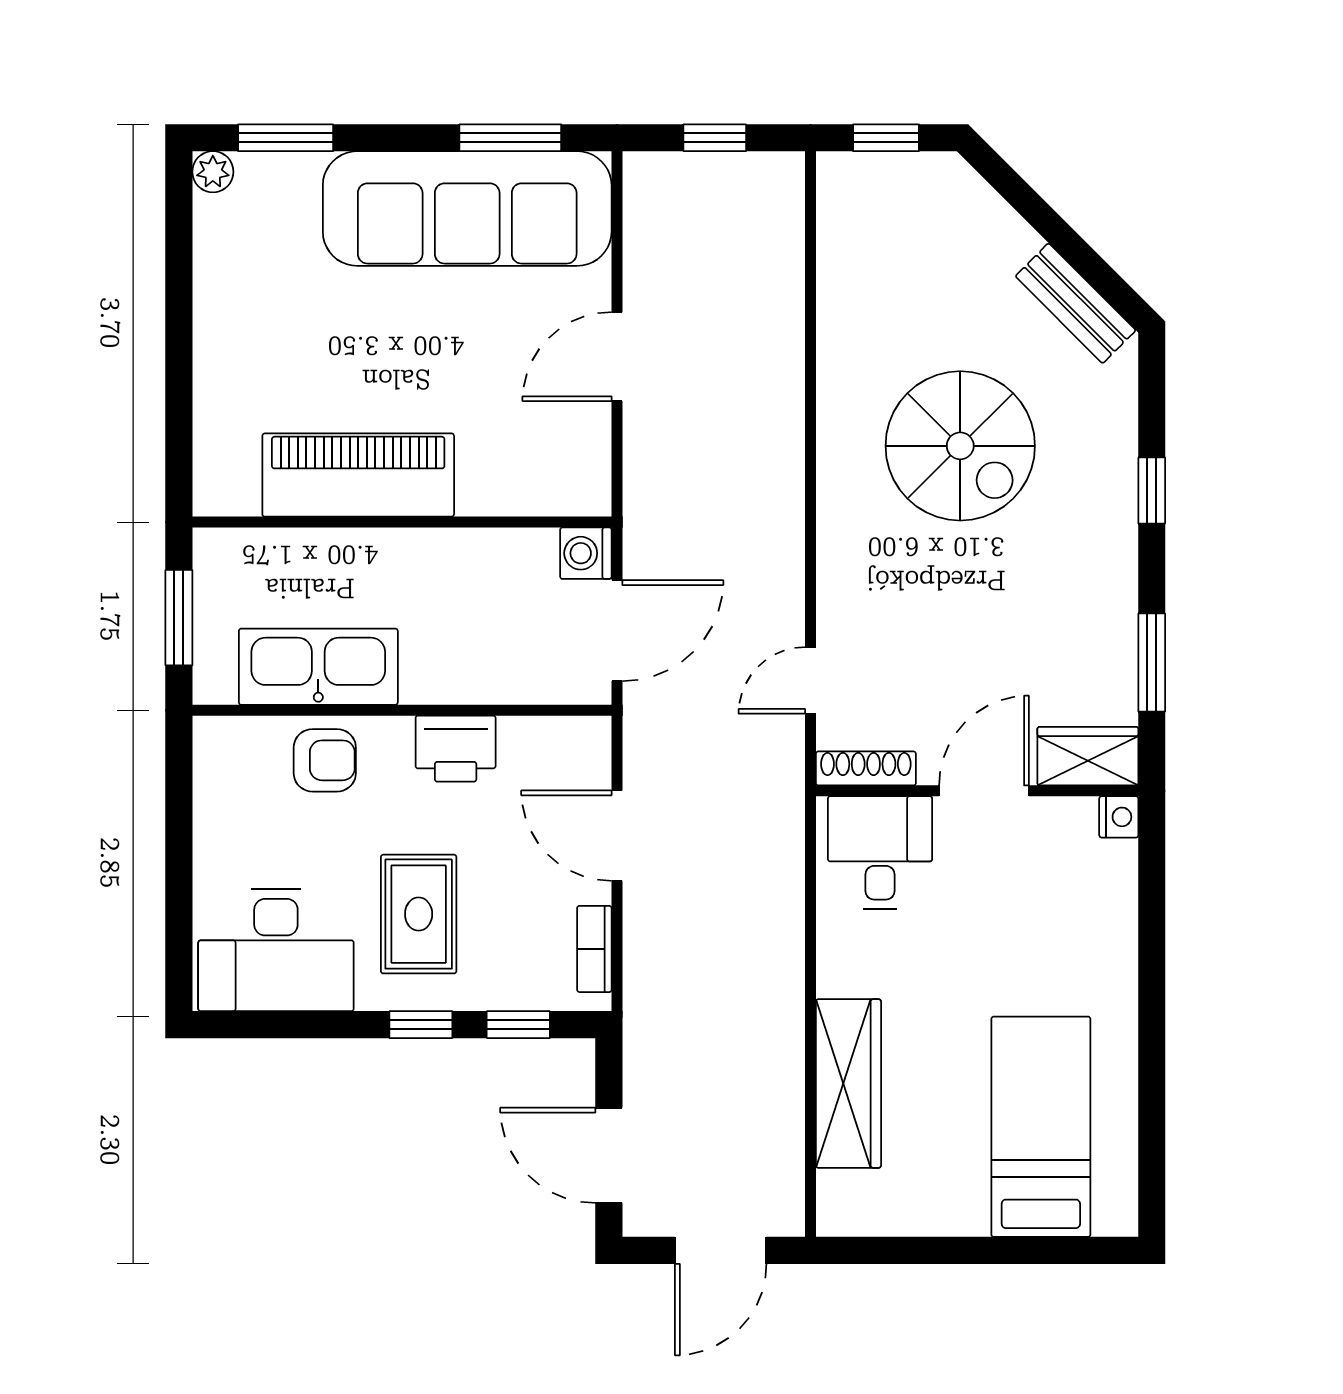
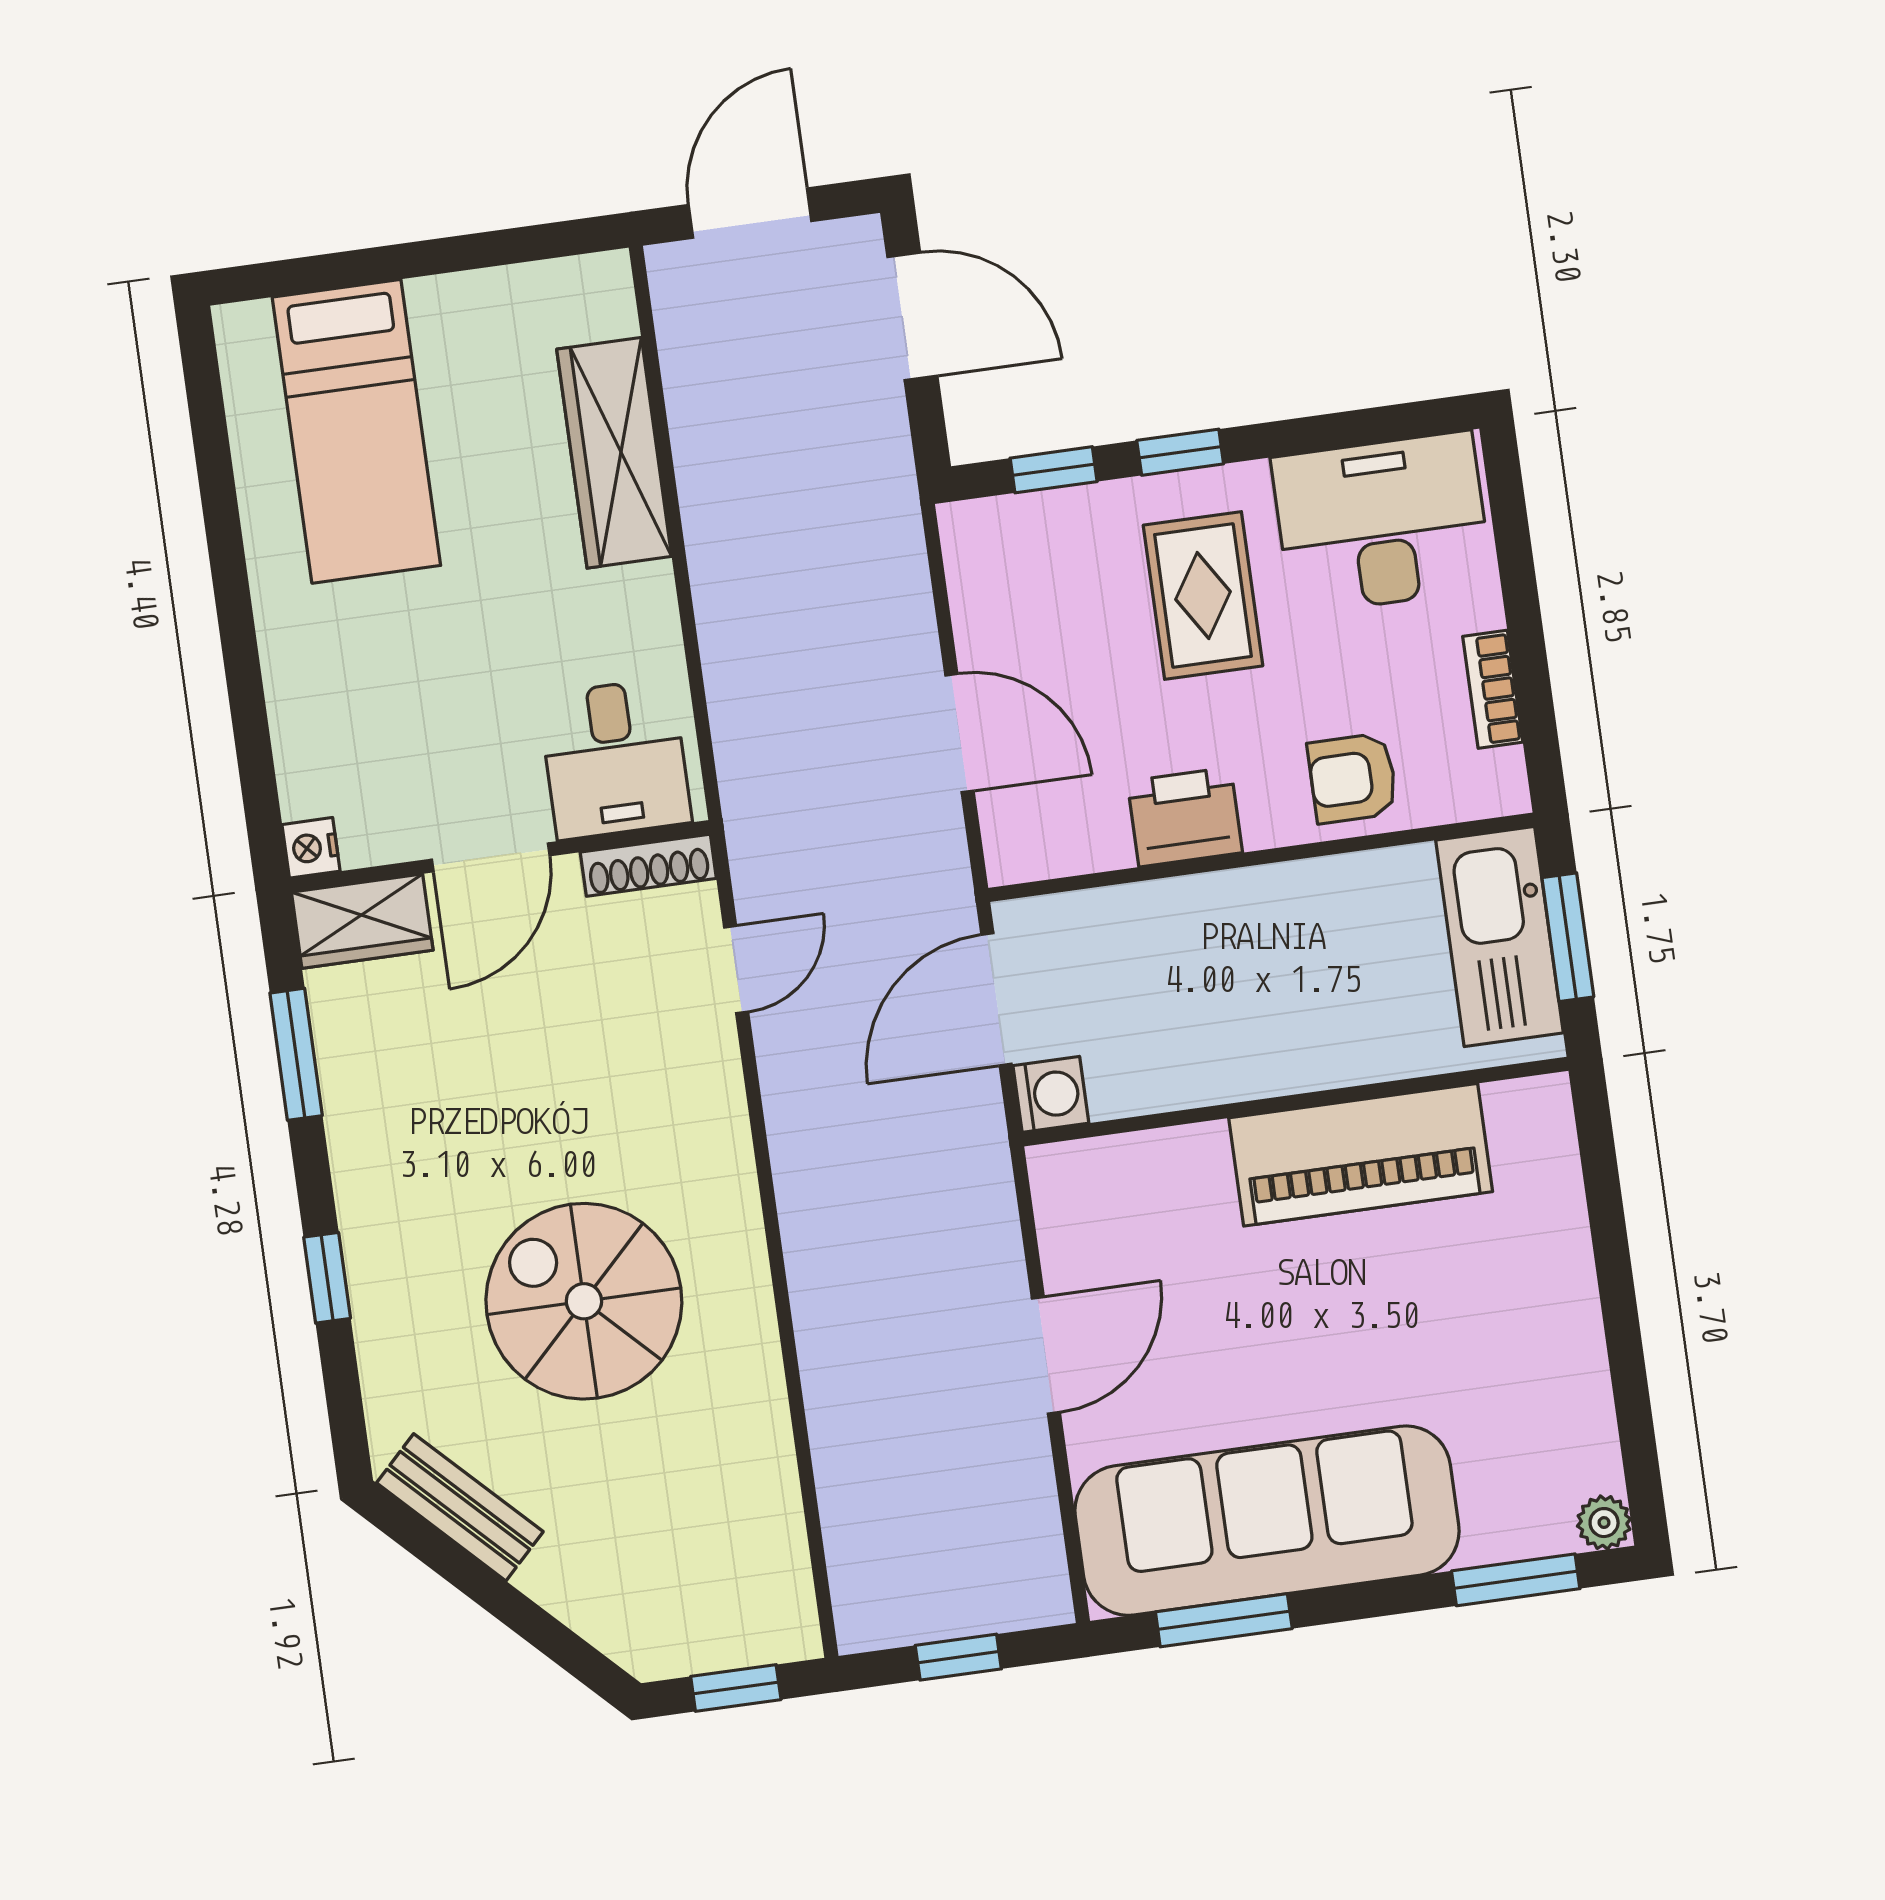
kitchen sink: (318, 667) -> (1499, 937), moved, turned 90
bookcase: (594, 949) -> (1493, 689), moved, turned 180

